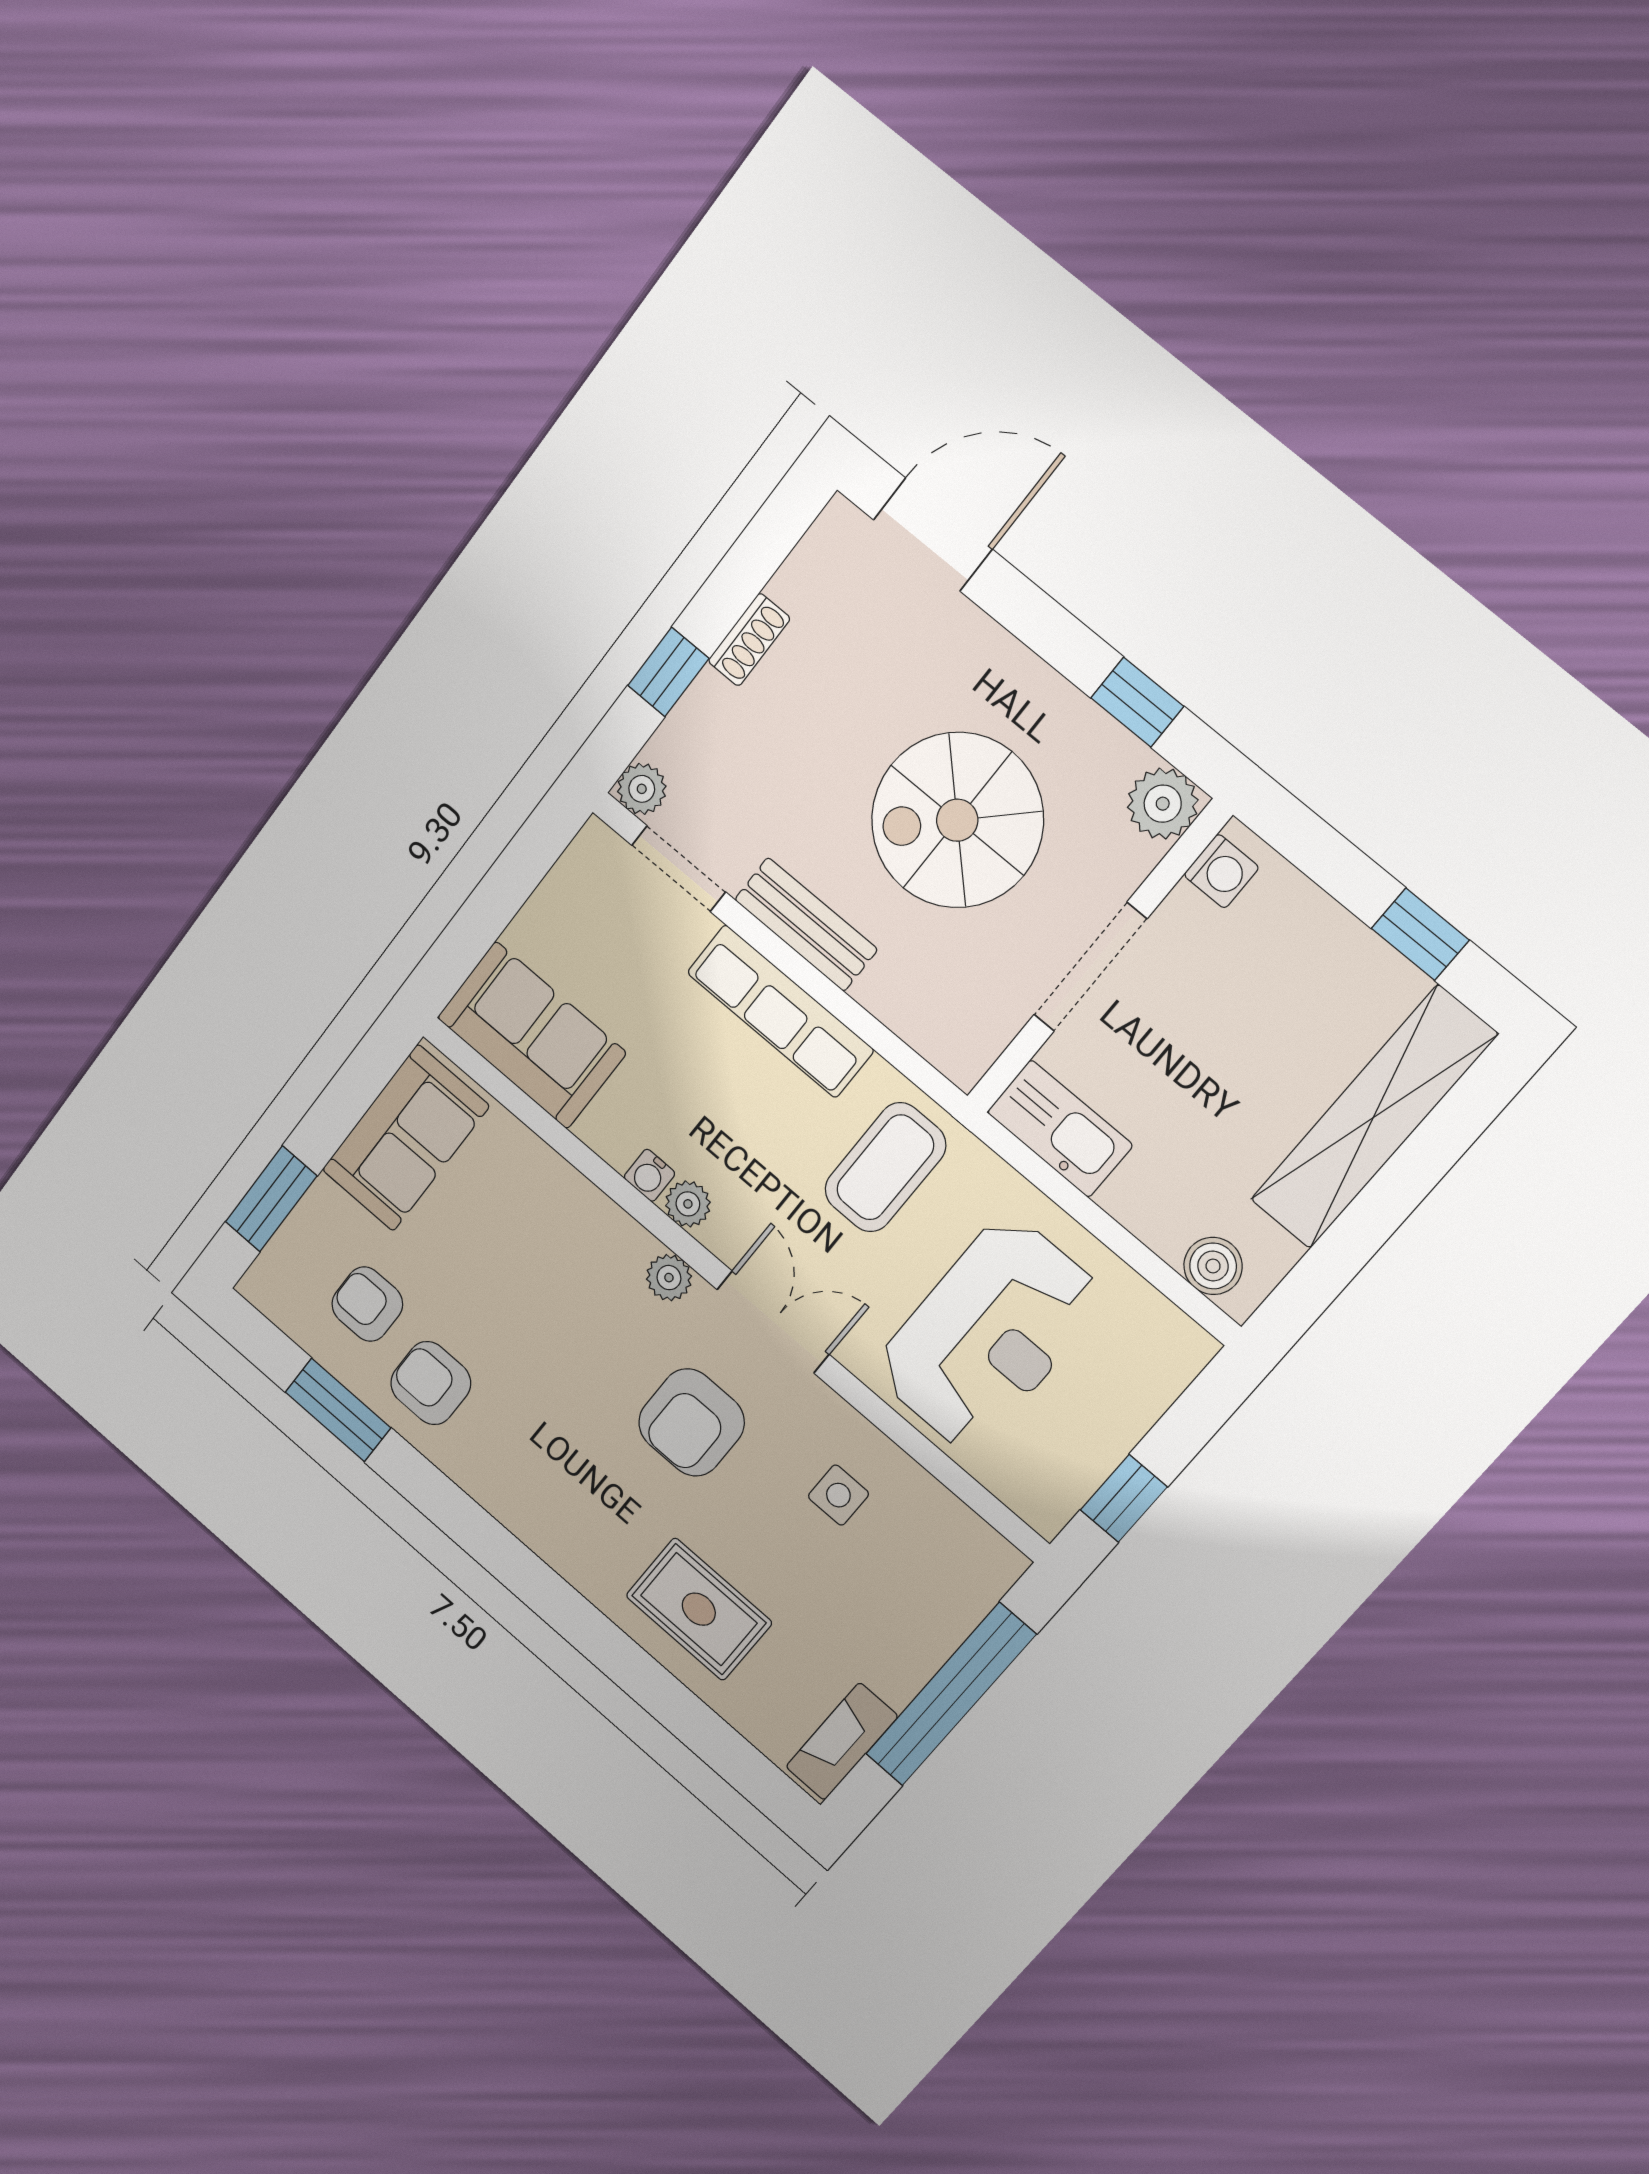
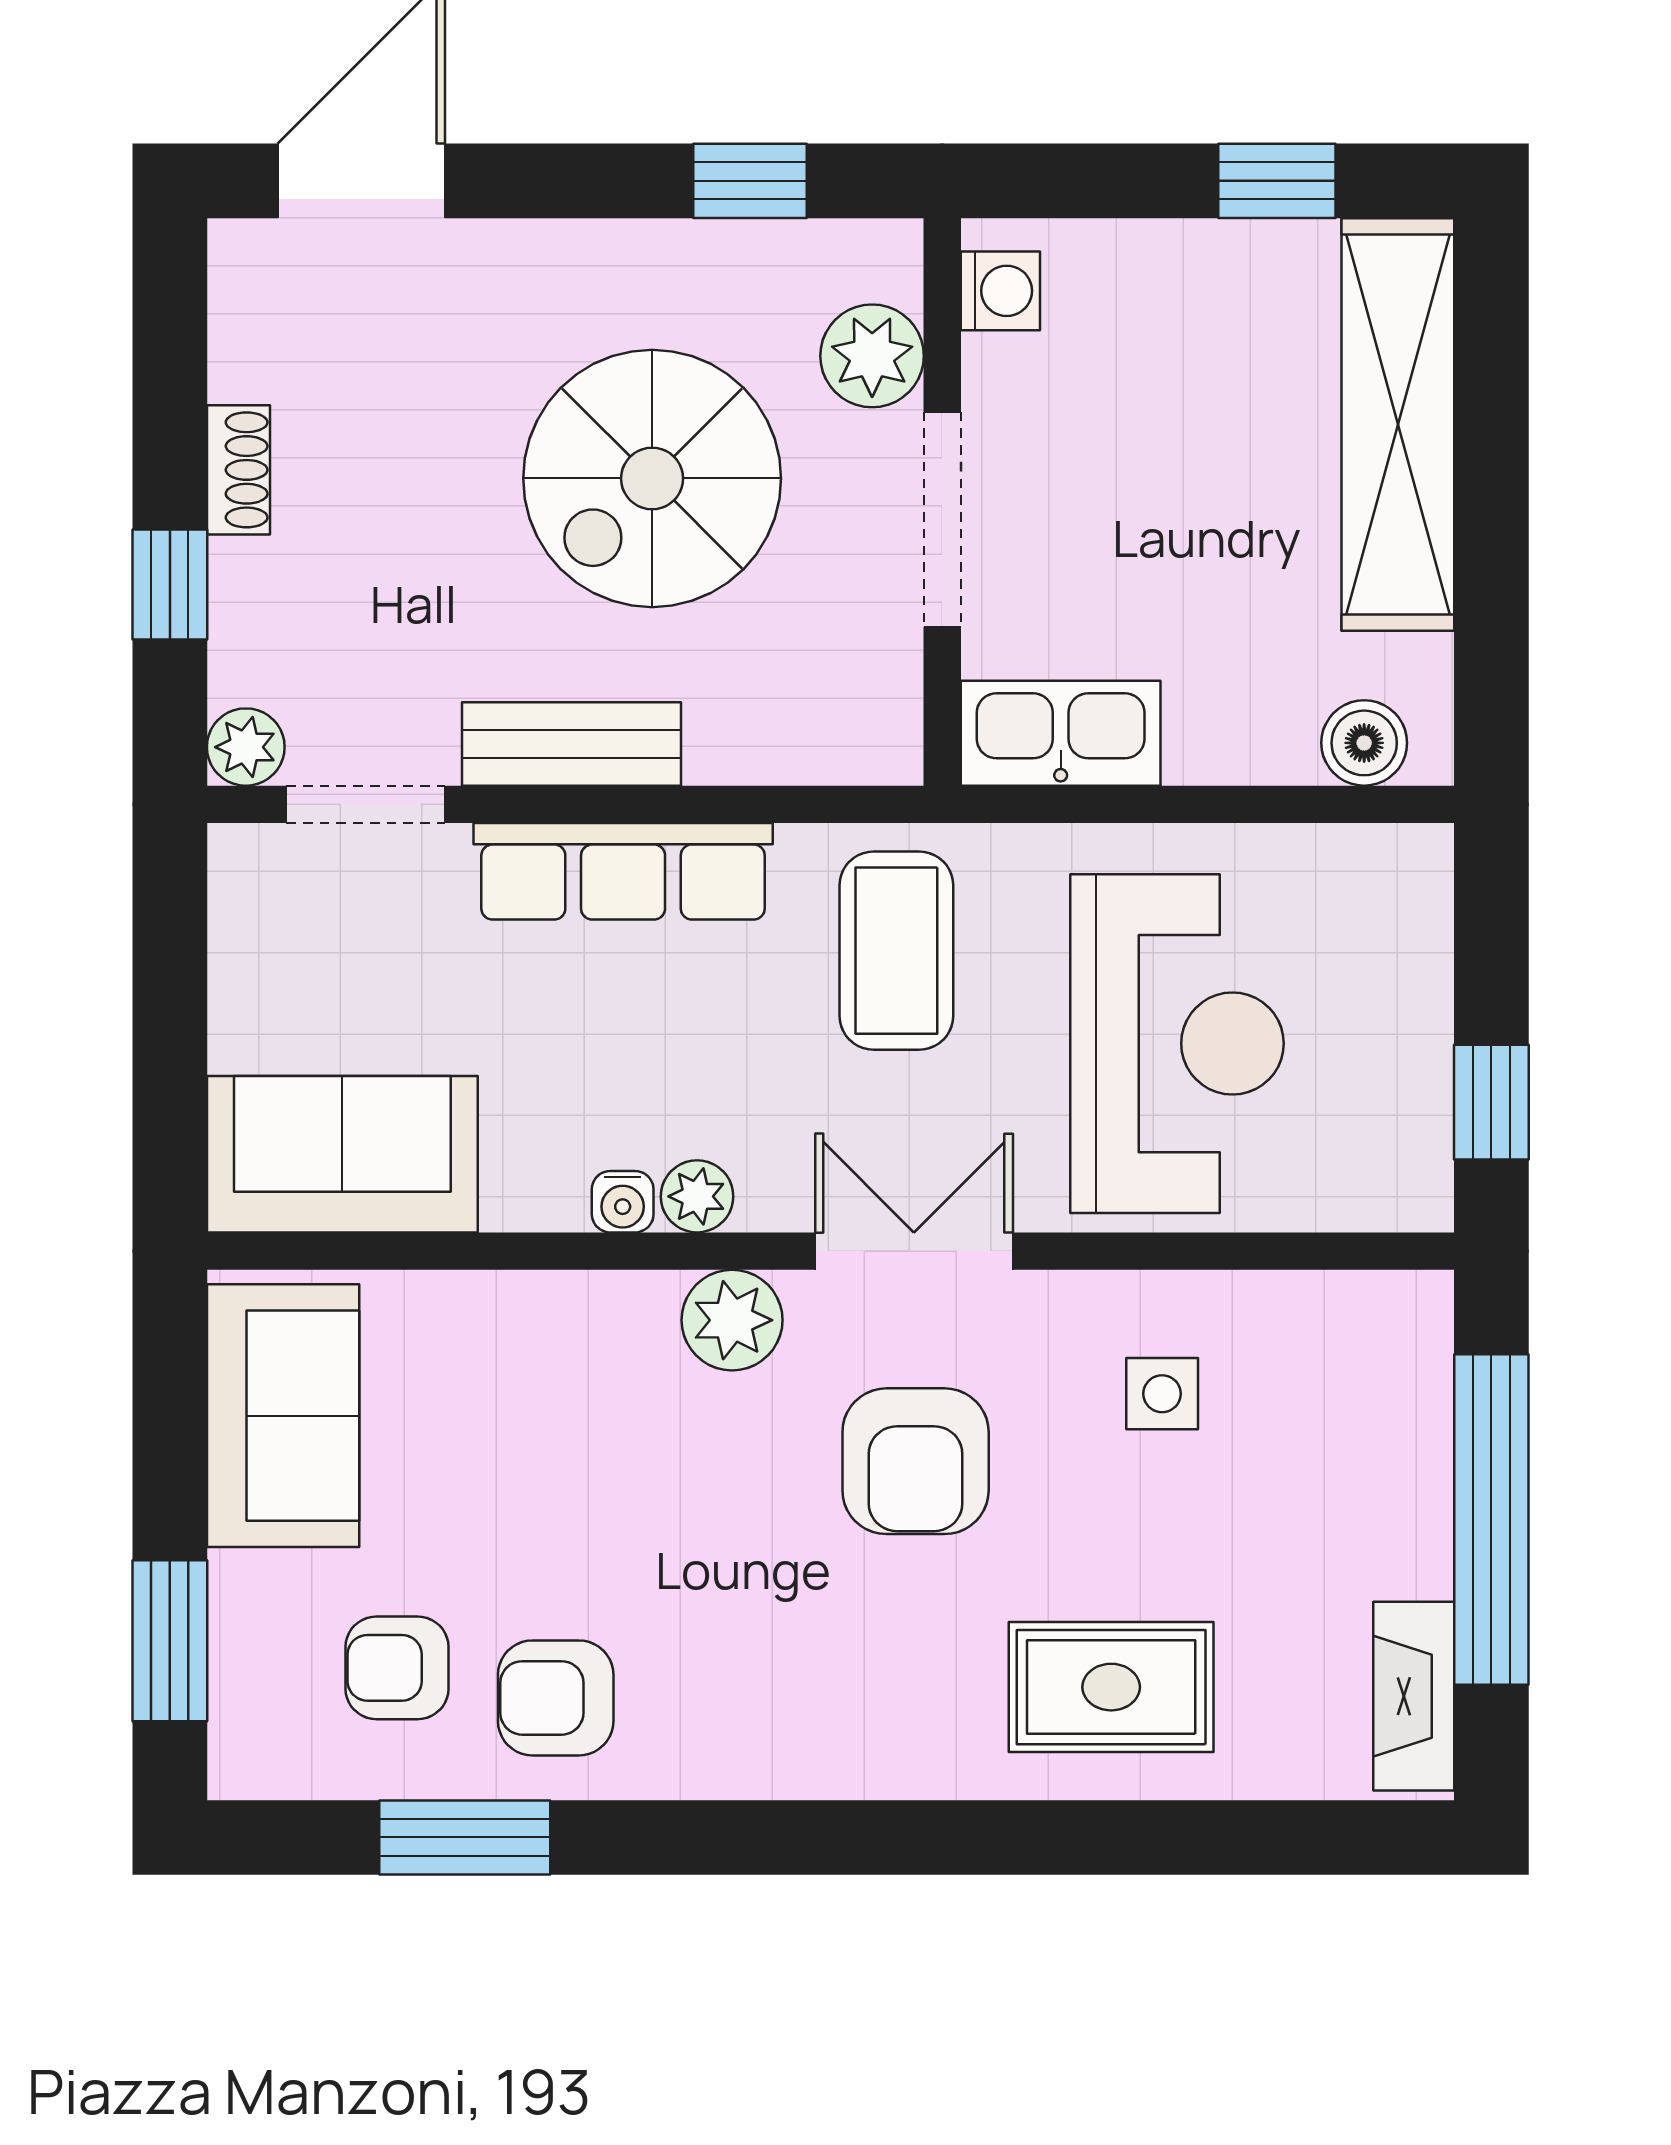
plant: (1163, 804) -> (872, 356), moved
plant: (669, 1278) -> (732, 1320), width x1.38, depth x1.38

